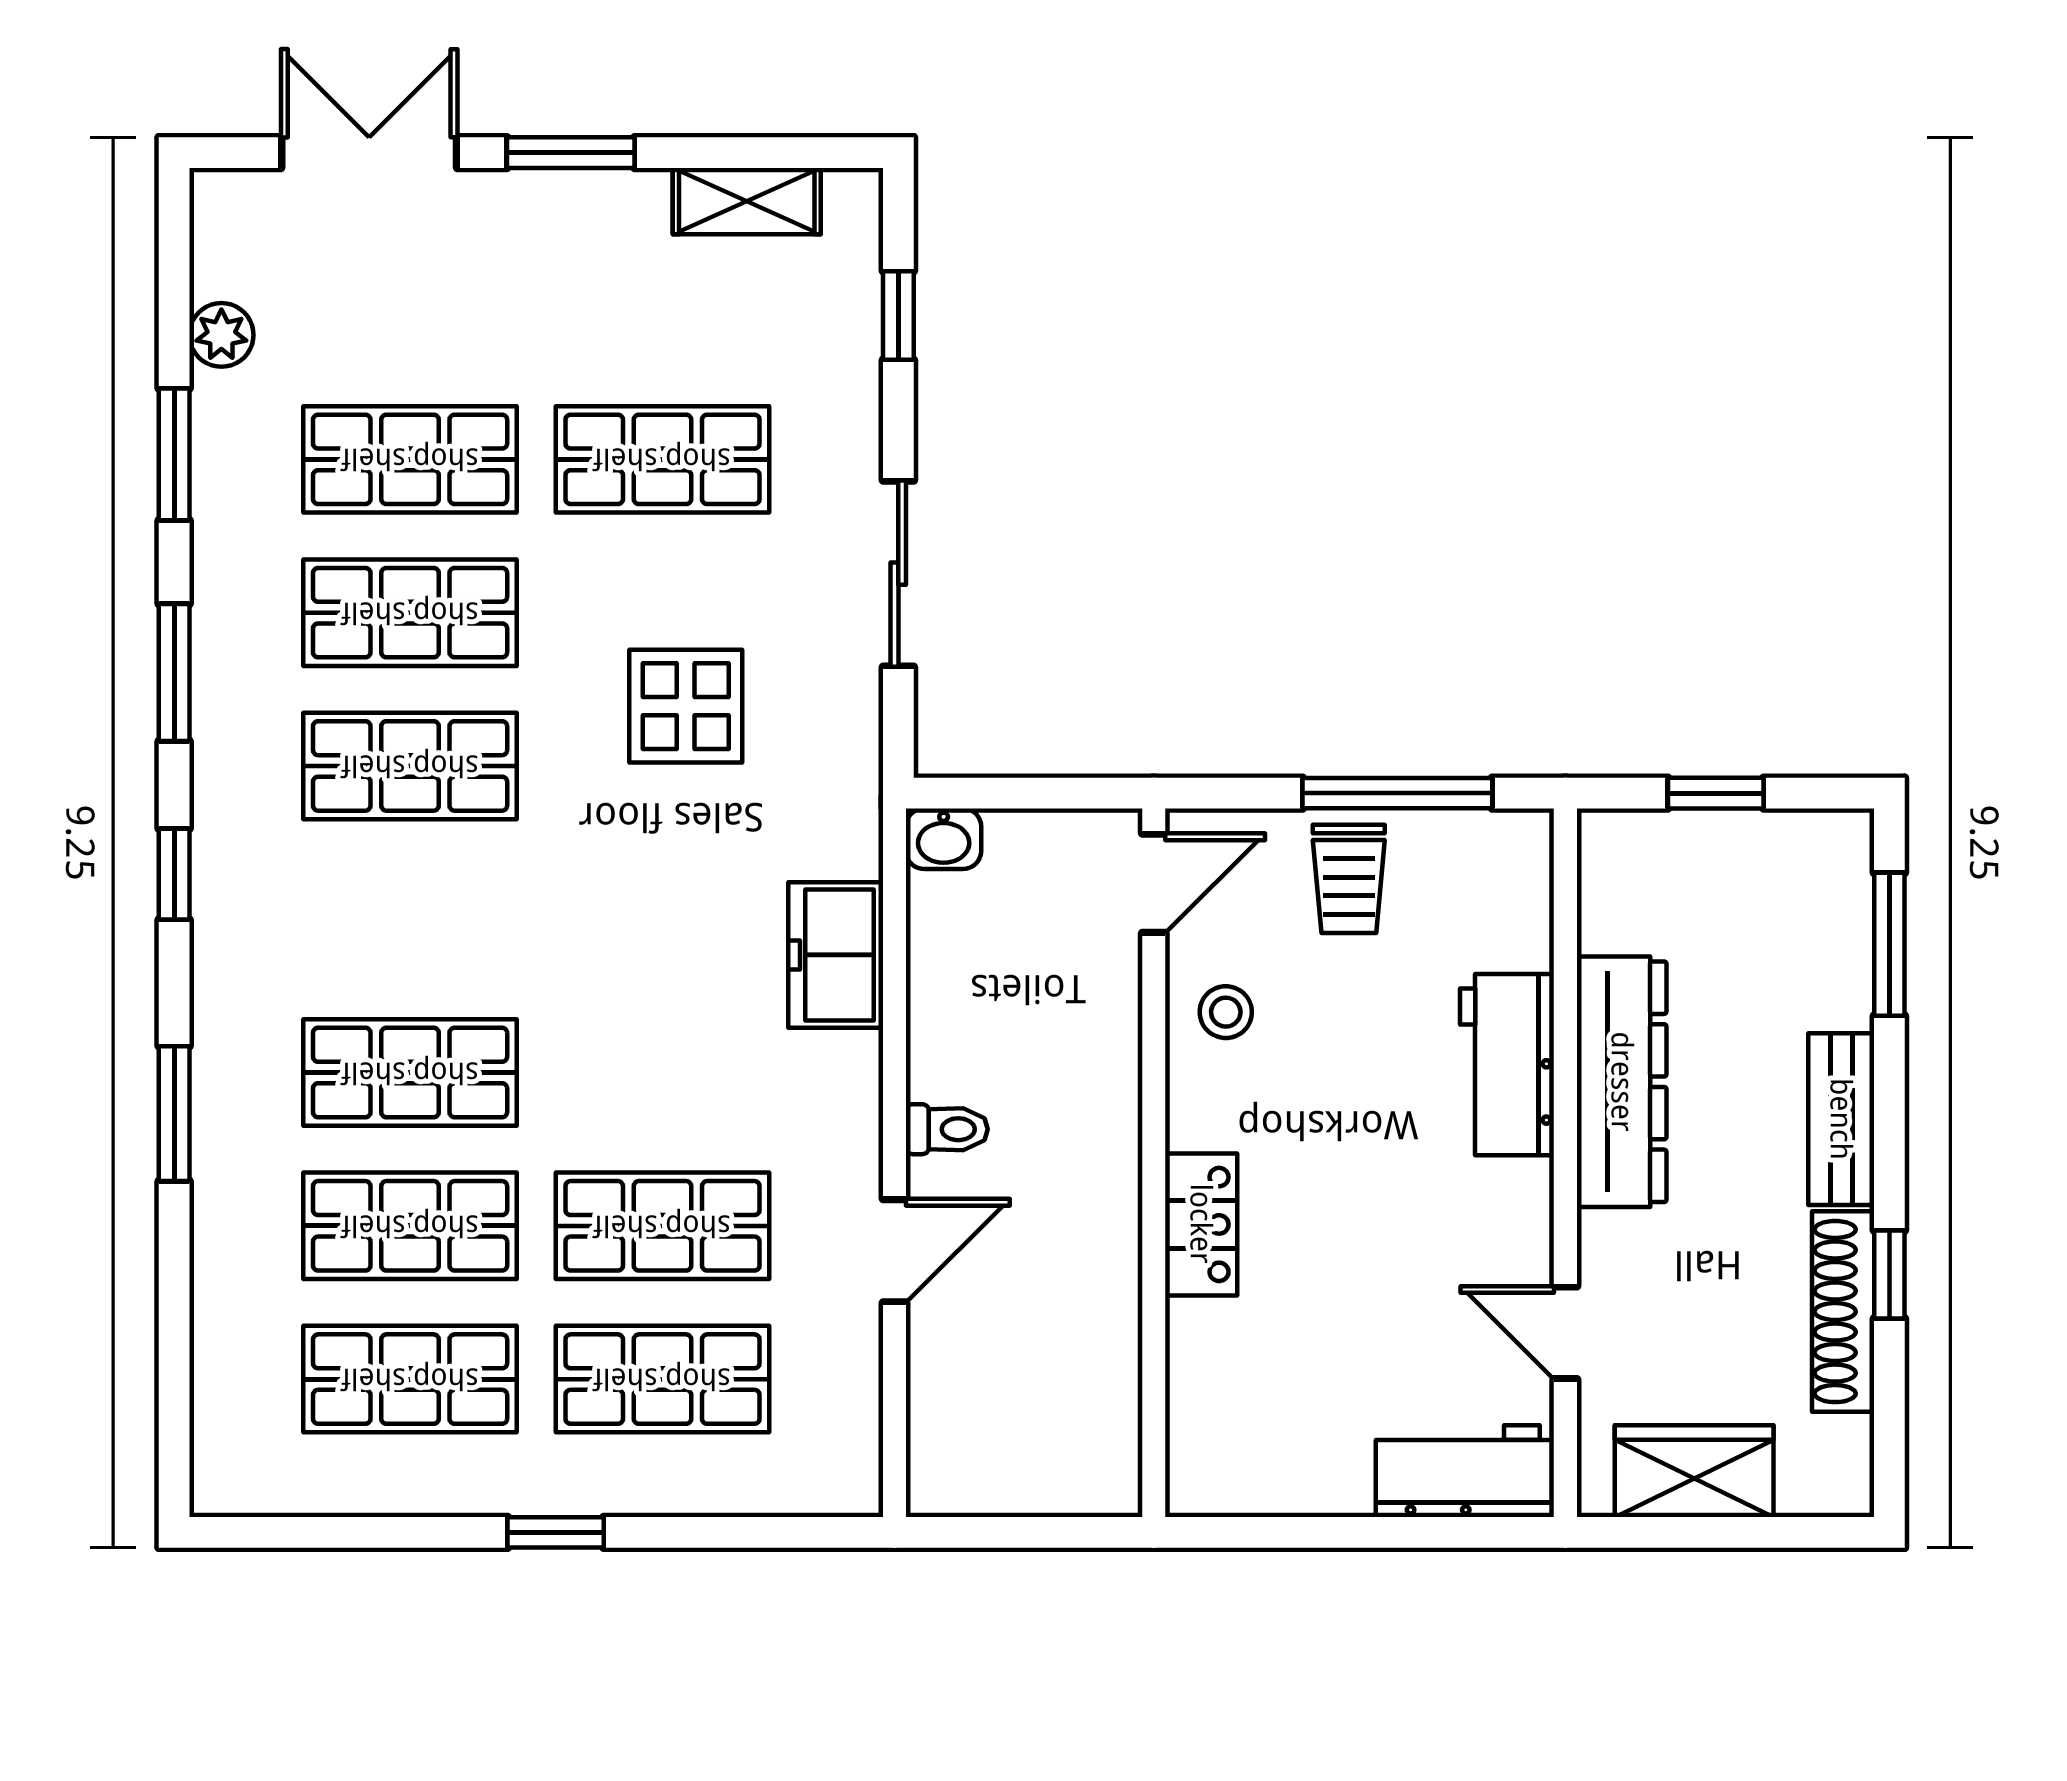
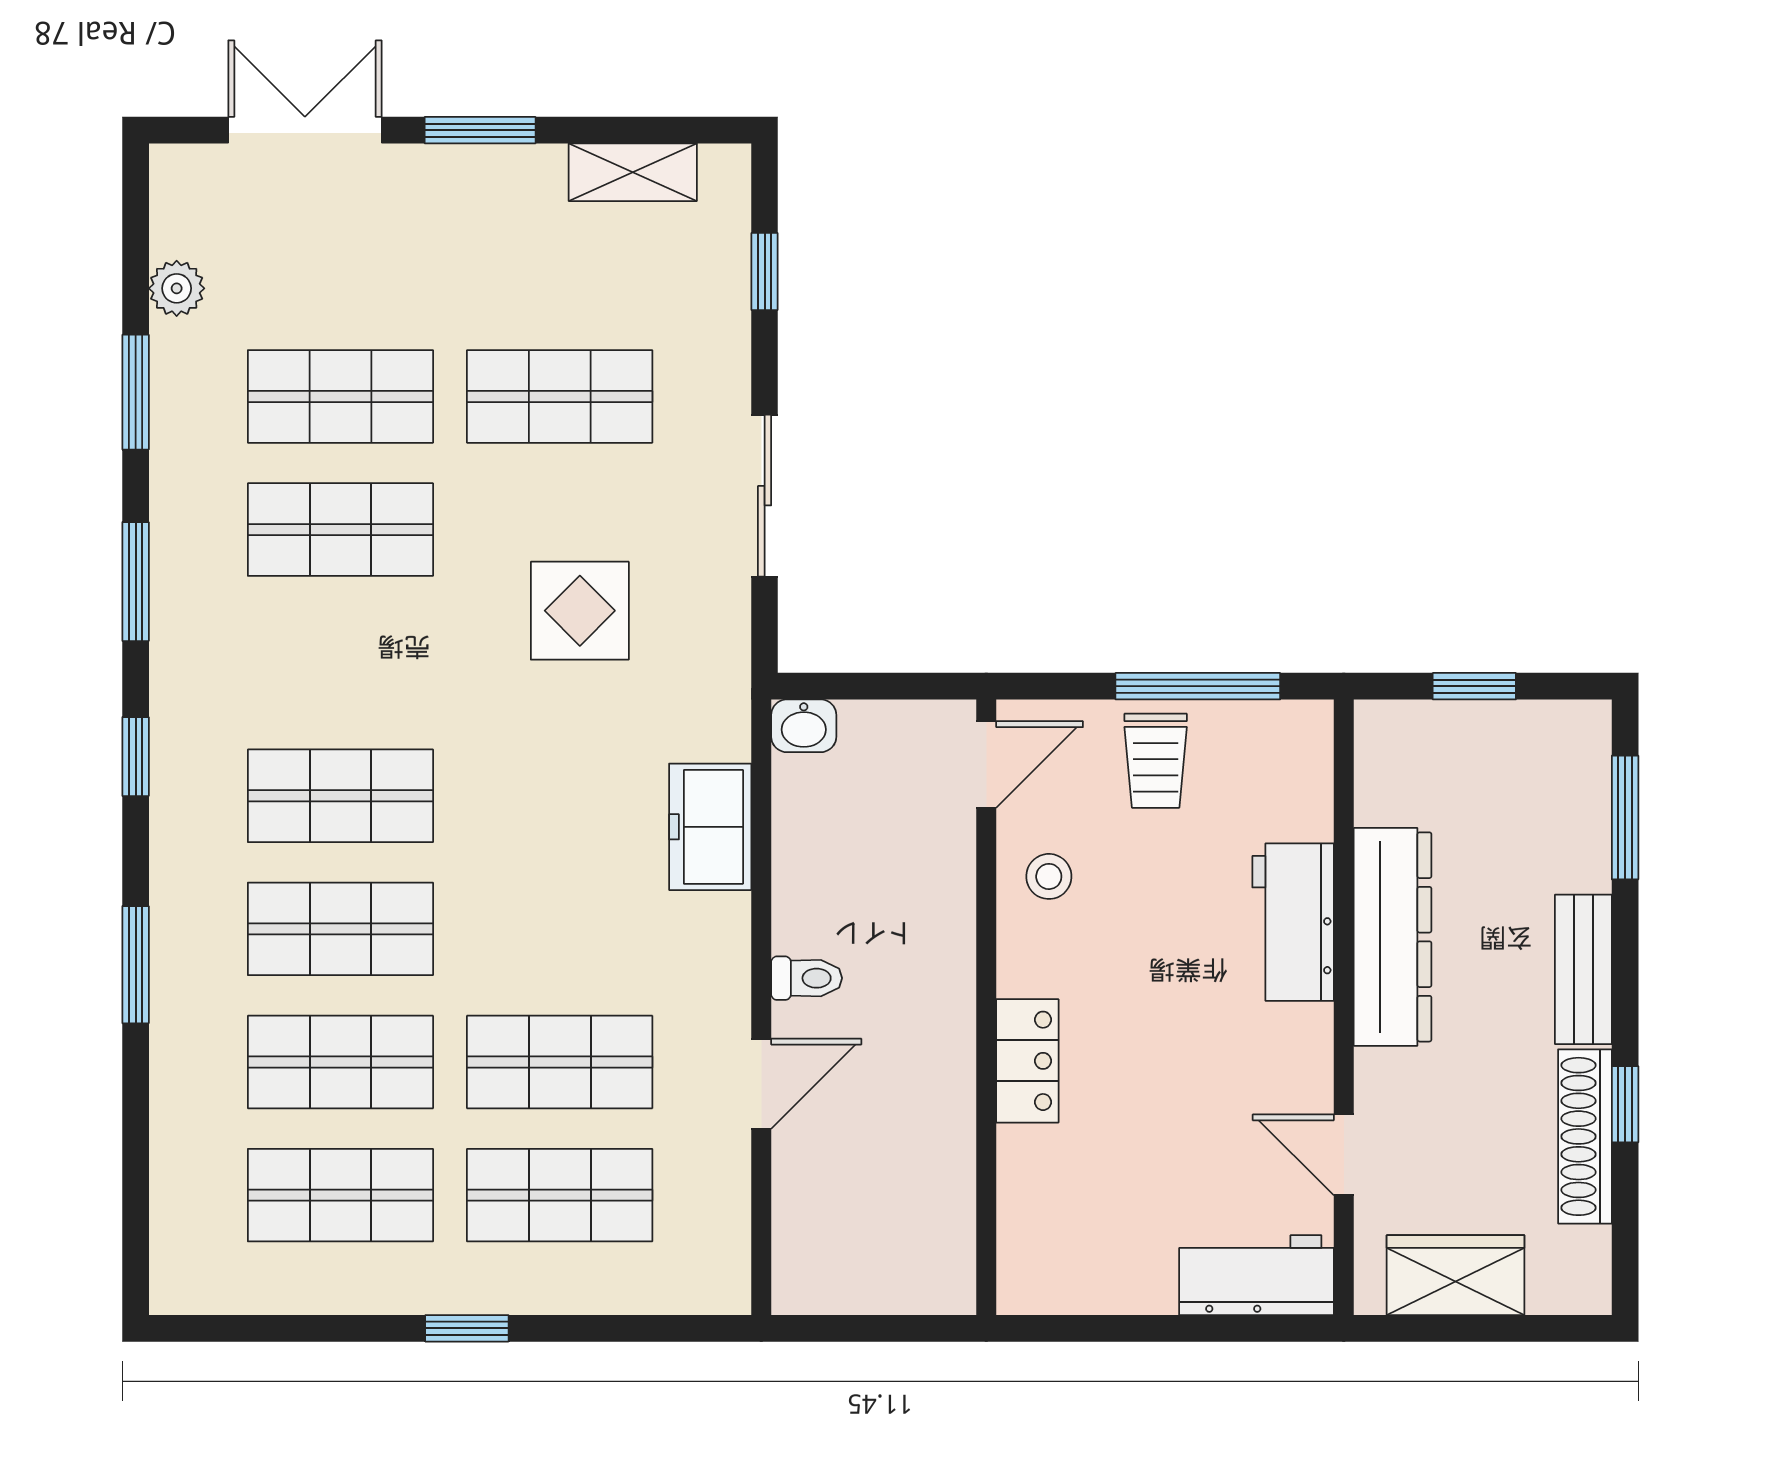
shop shelf: (410, 766) -> (340, 796), moved

